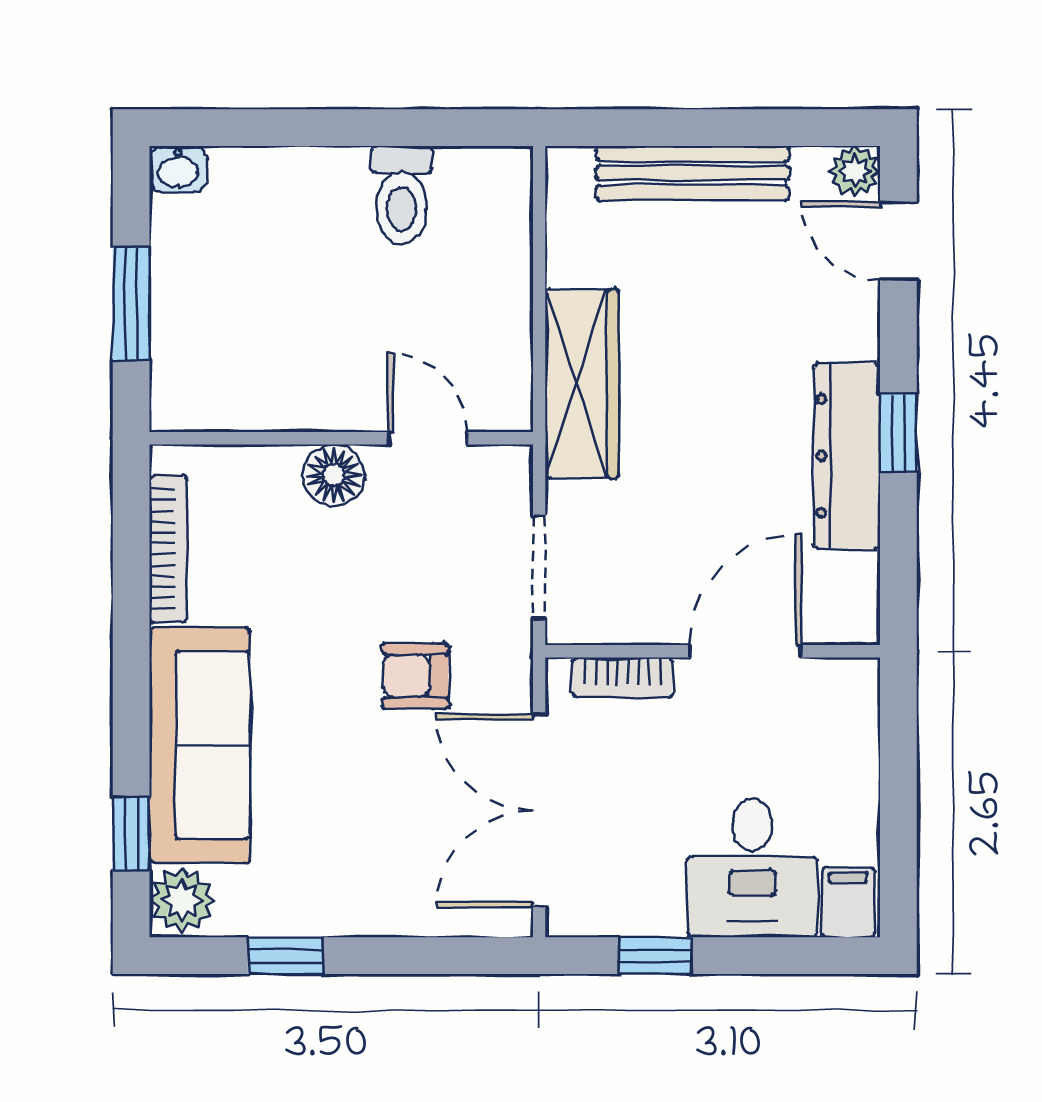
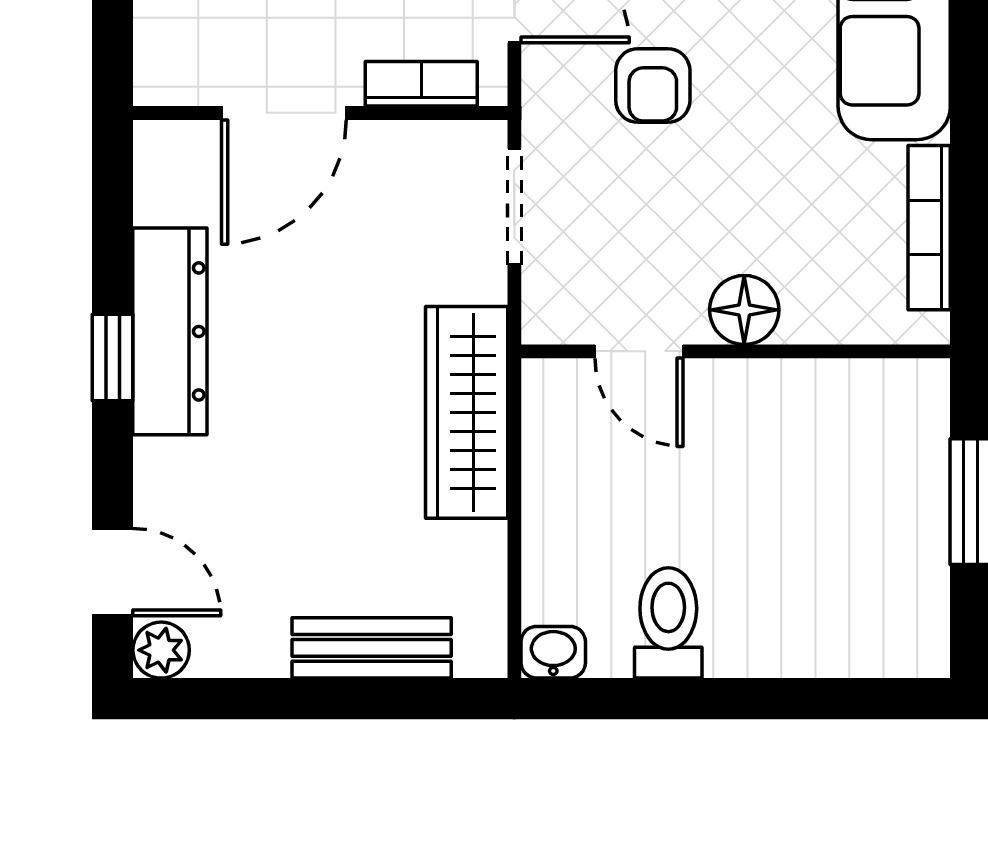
washbasin: (178, 169) -> (553, 652), moved
bench: (693, 173) -> (372, 648), width x0.73
armchair: (415, 676) -> (653, 85), turned 90

